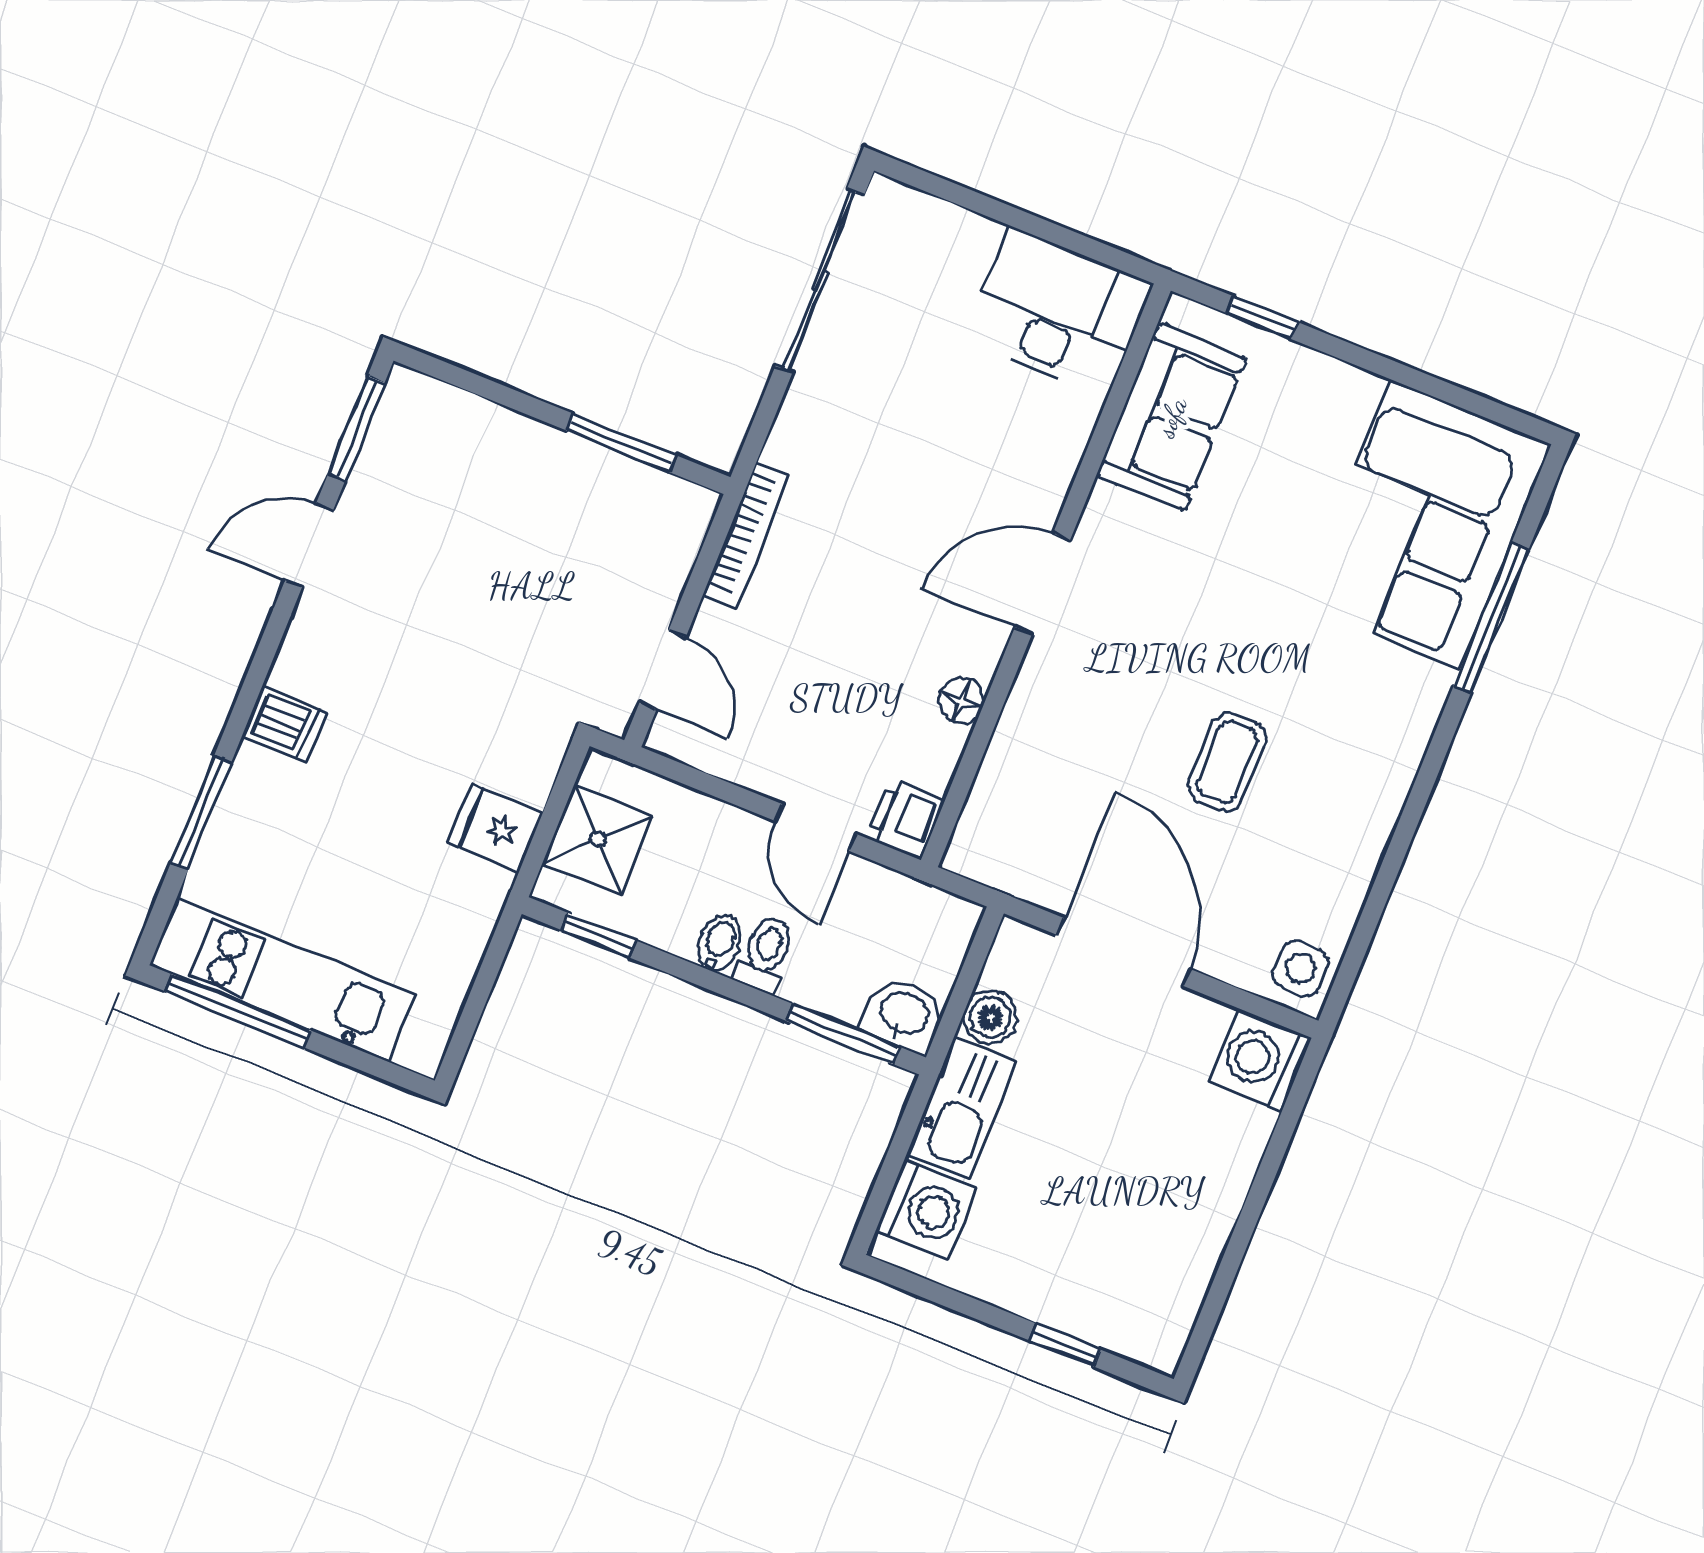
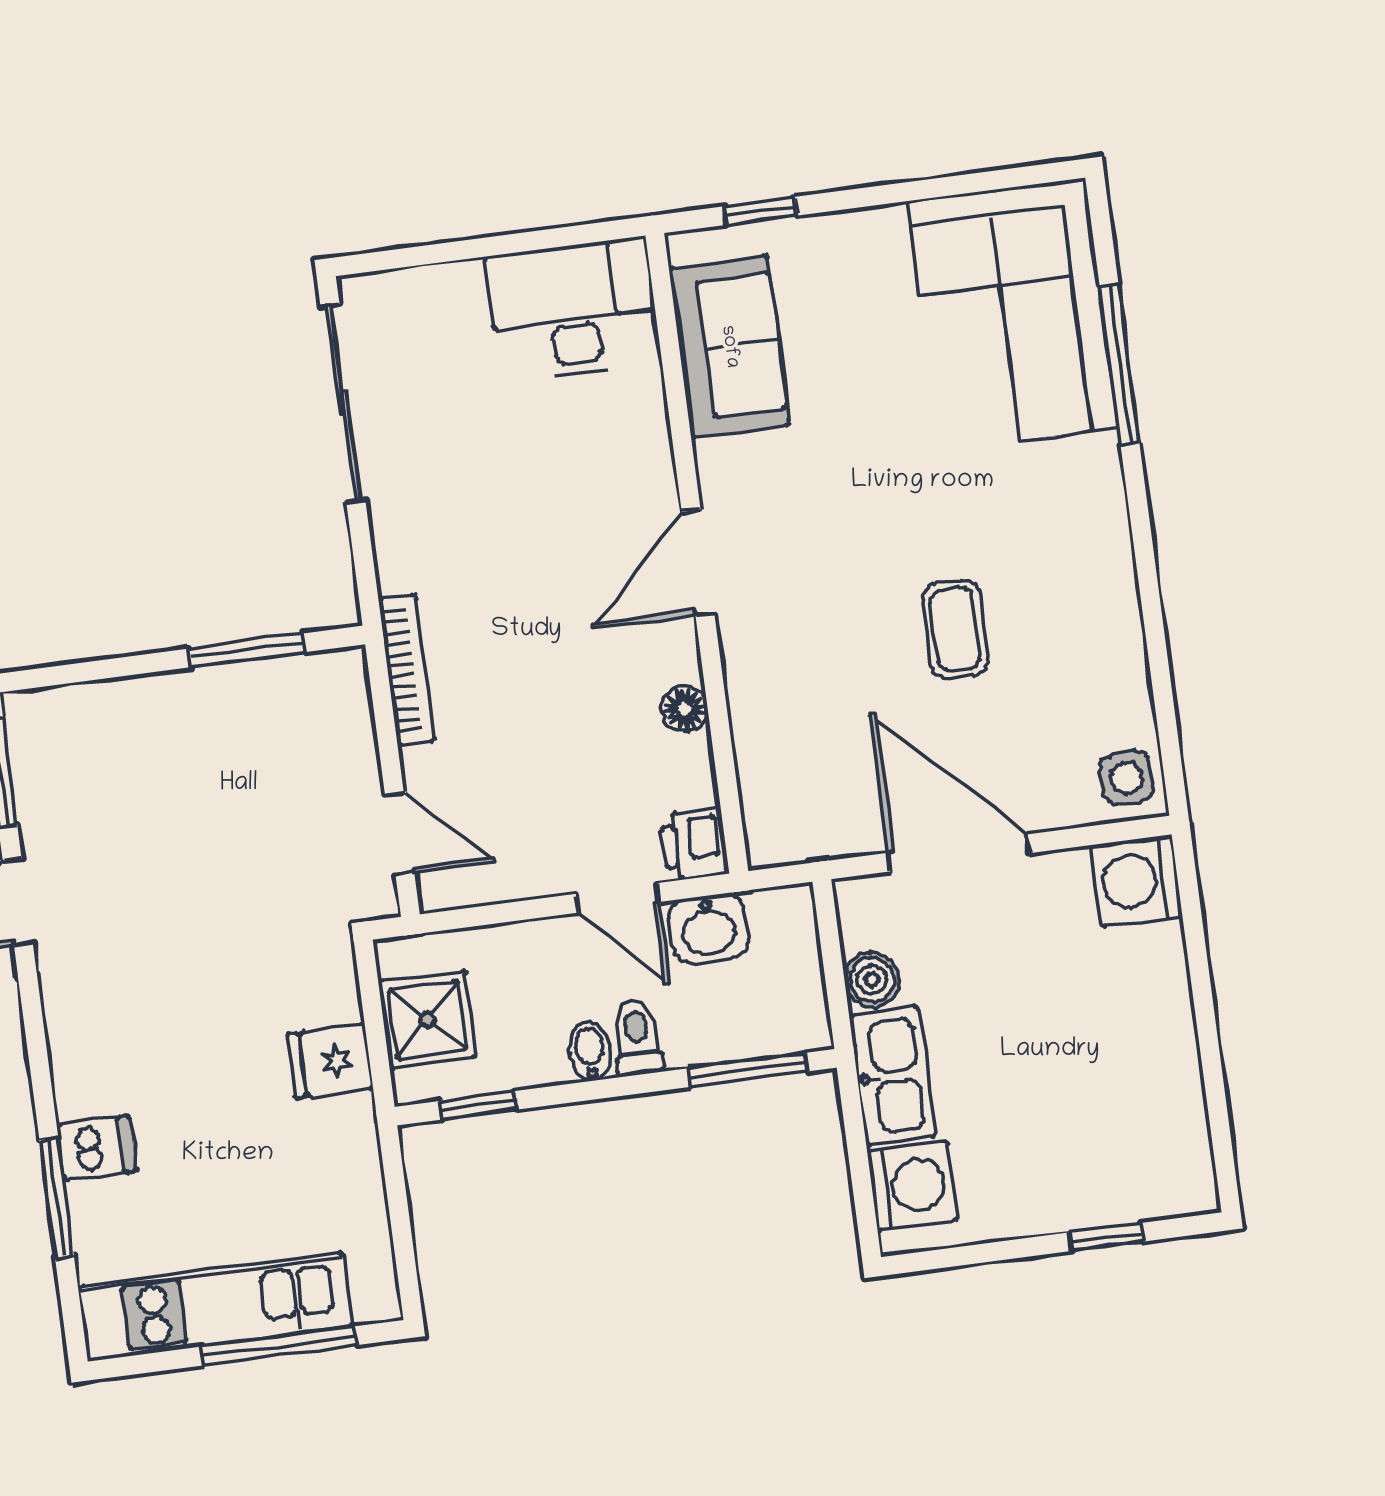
dishwasher: (285, 724) -> (96, 1148), moved
window: (238, 1011) -> (279, 1346), moved
washbasin: (903, 1015) -> (708, 928), moved, turned 180

